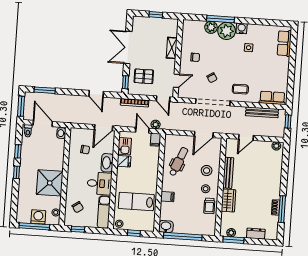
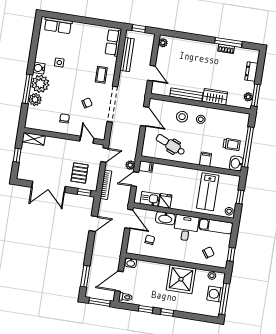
shelving: (172, 48) -> (34, 139), moved
trolley: (209, 206) -> (232, 144), moved

